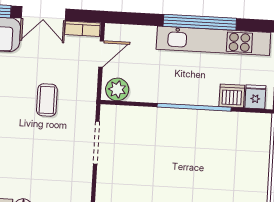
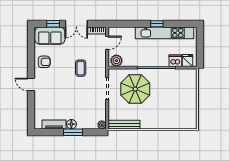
window: (200, 22) -> (157, 24), width x0.32
parasol: (151, 147) -> (135, 89), added

